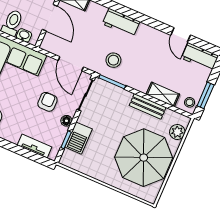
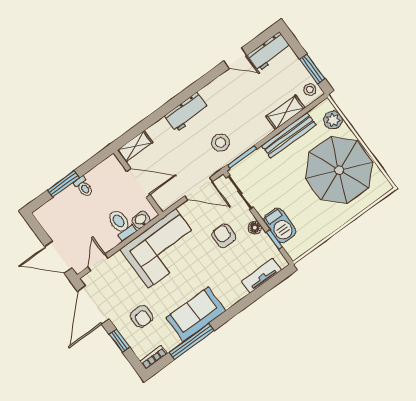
bench: (148, 106) -> (289, 135), width x1.36

